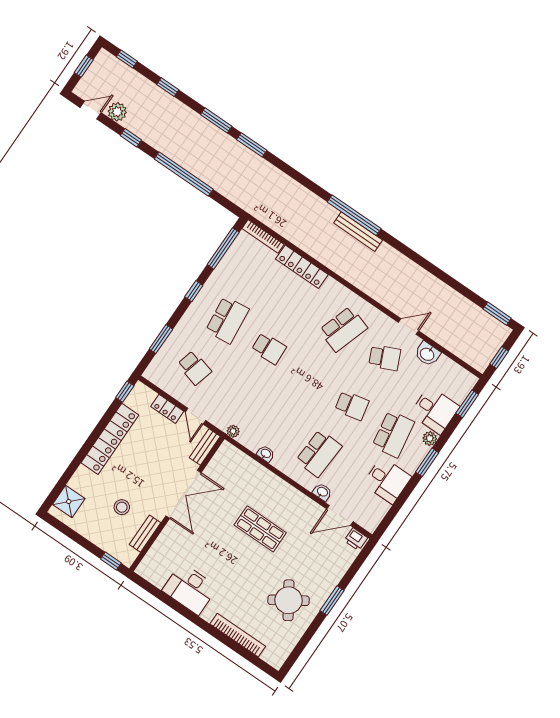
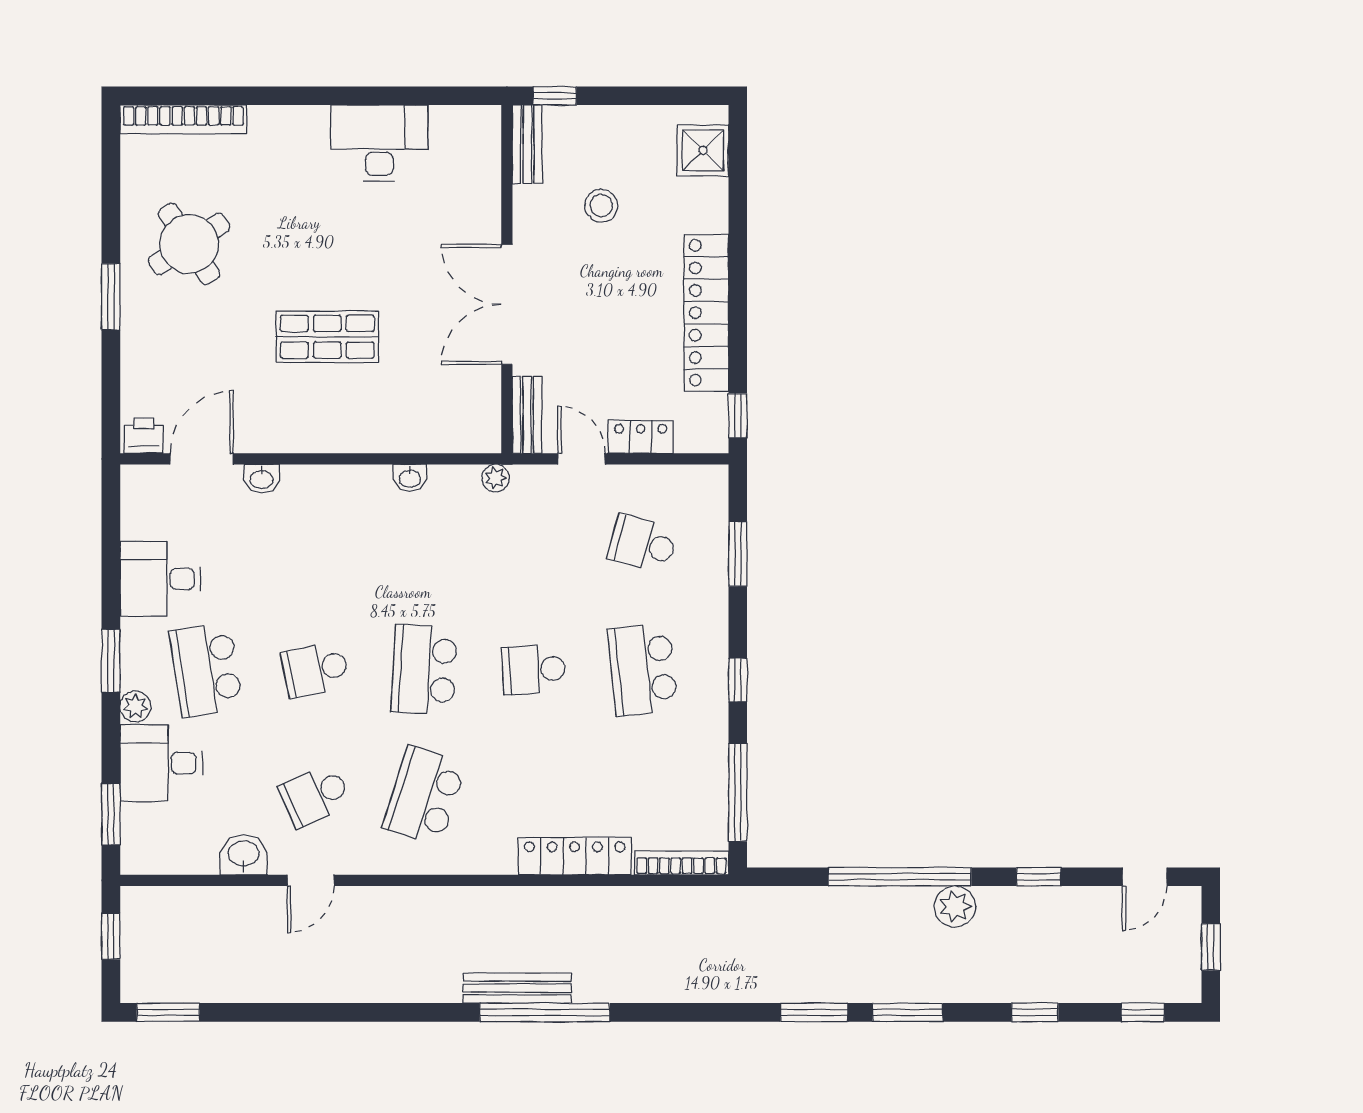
plant: (117, 112) -> (955, 906), moved
school desk: (319, 453) -> (424, 670), moved
bench: (145, 534) -> (527, 144), moved
bookcase: (238, 635) -> (183, 119), moved

